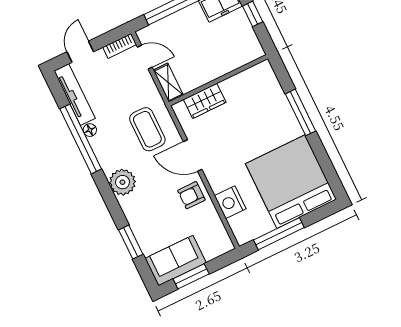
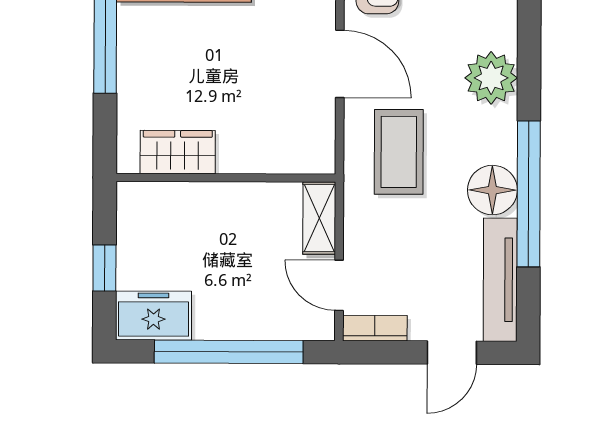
wardrobe: (205, 101) -> (178, 152), moved
floor lamp: (90, 130) -> (492, 190), width x1.89, depth x1.89

